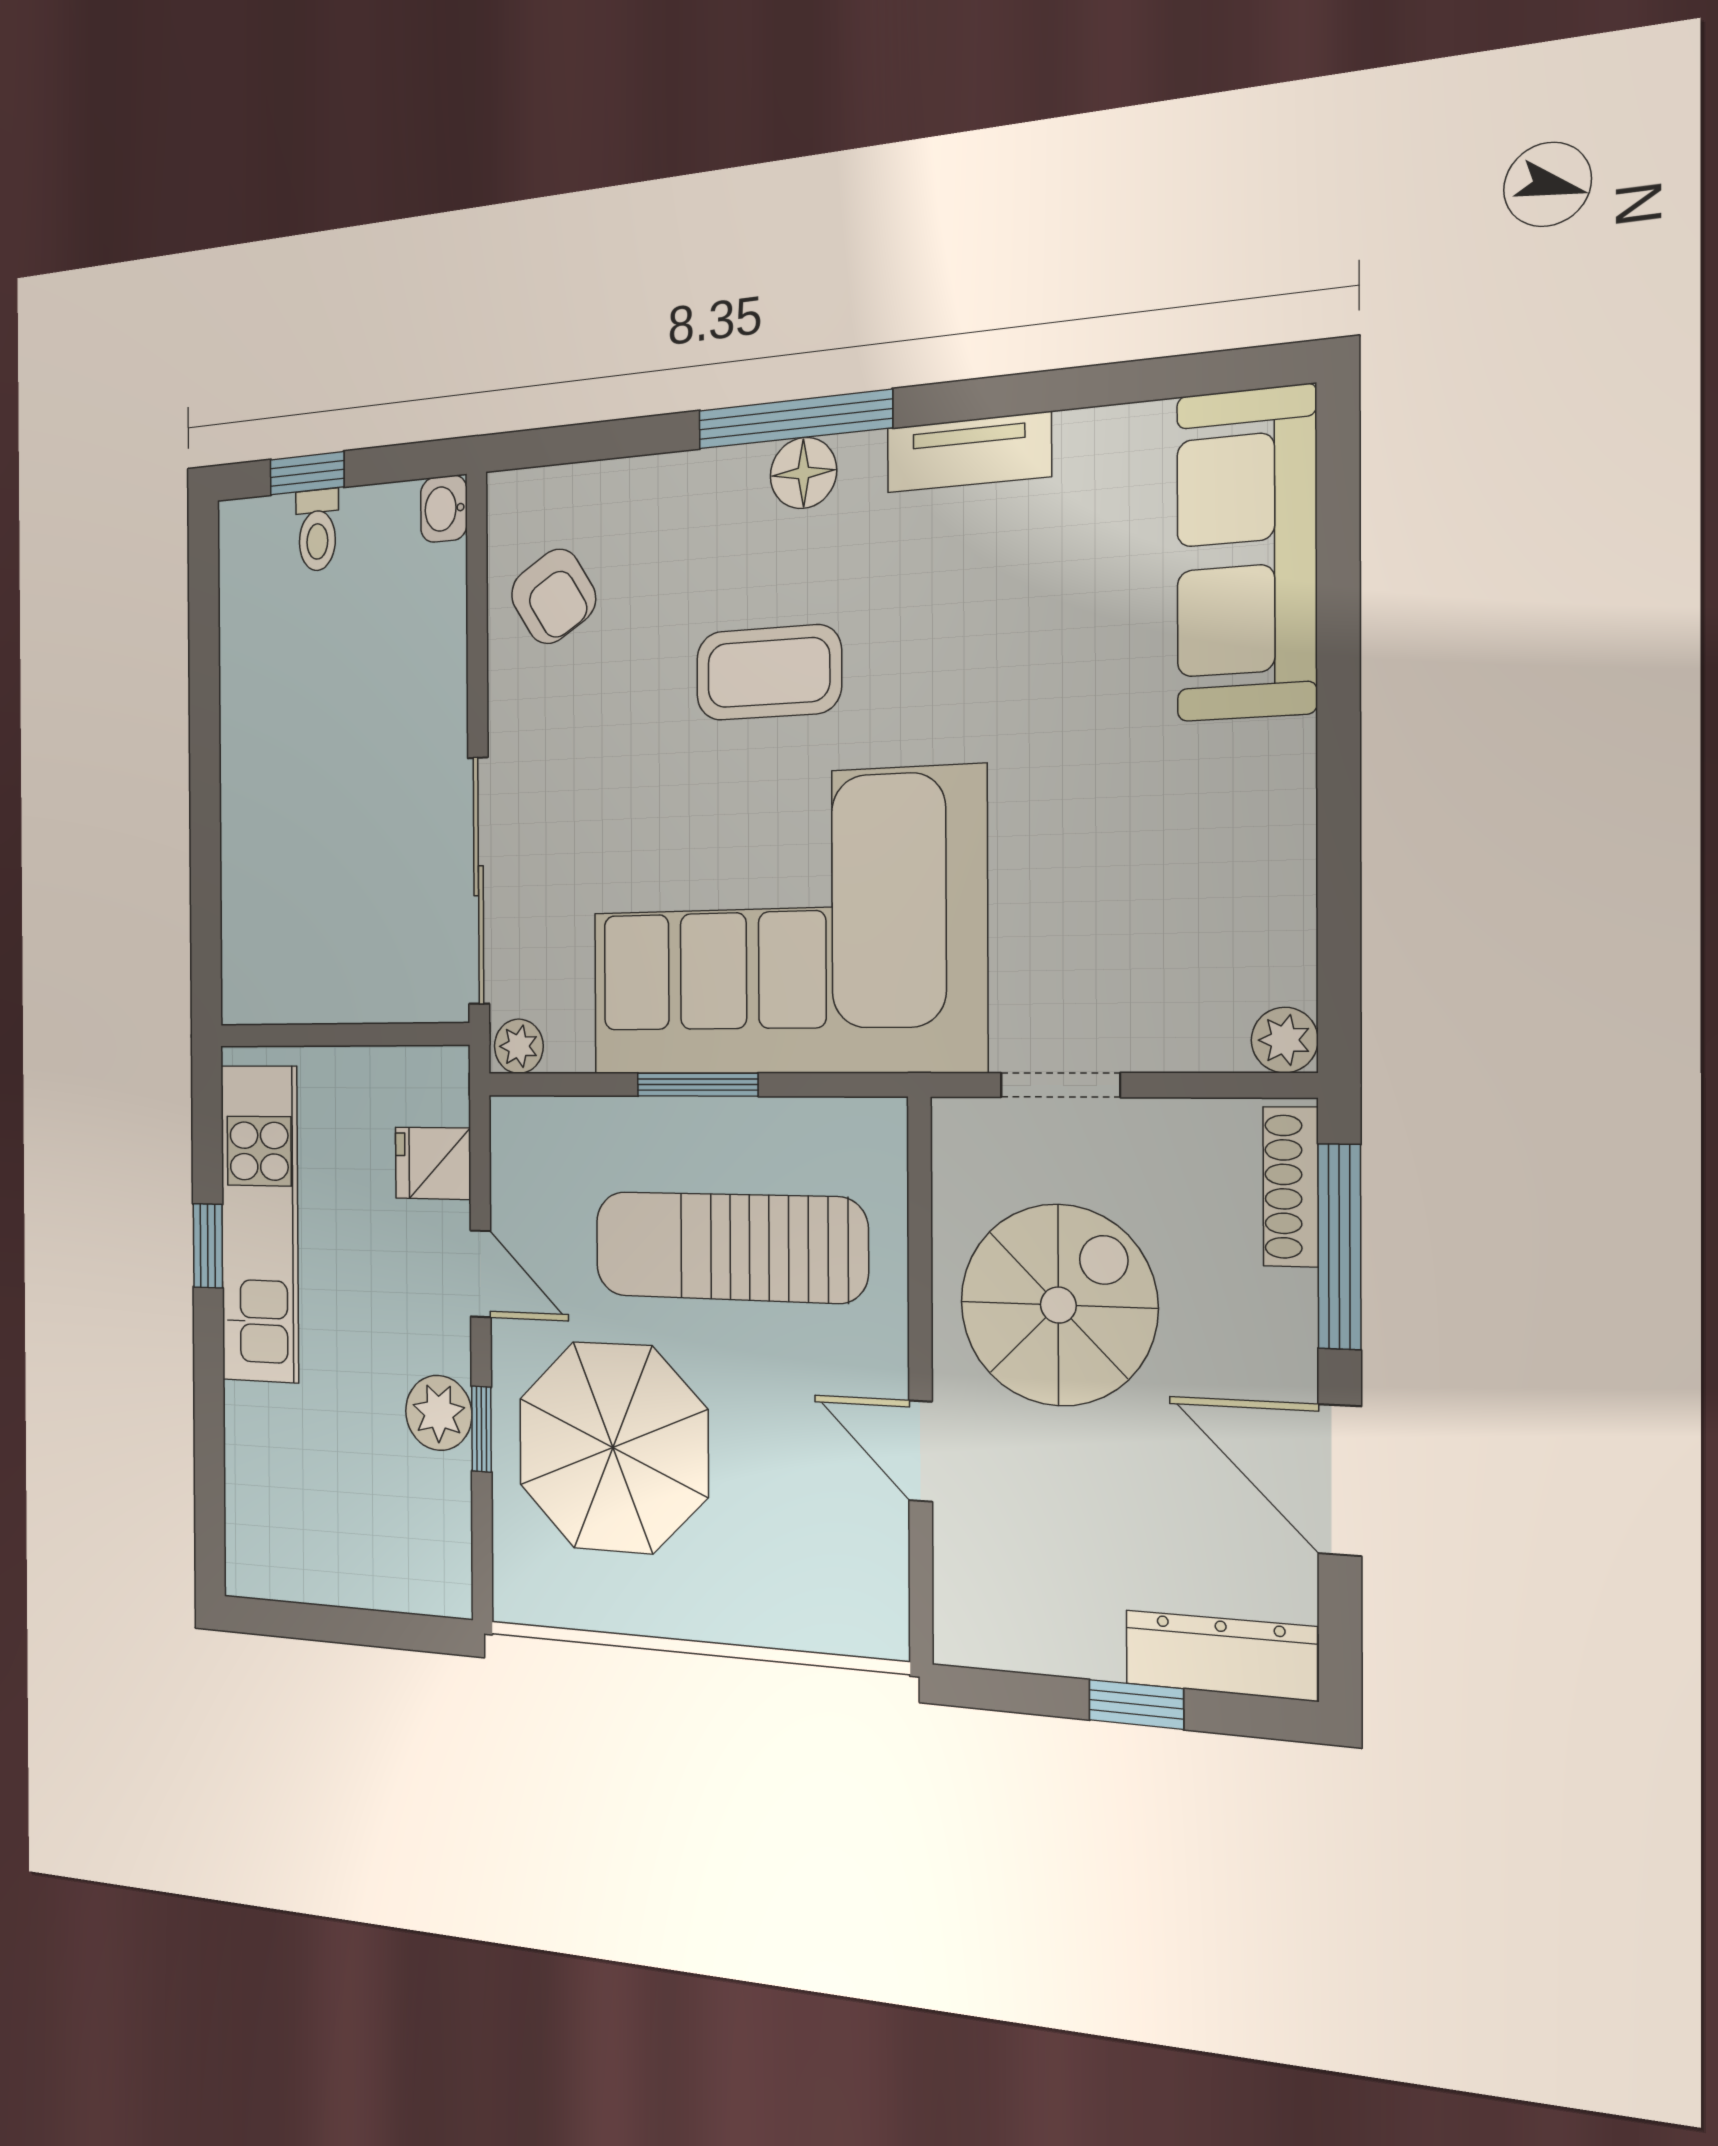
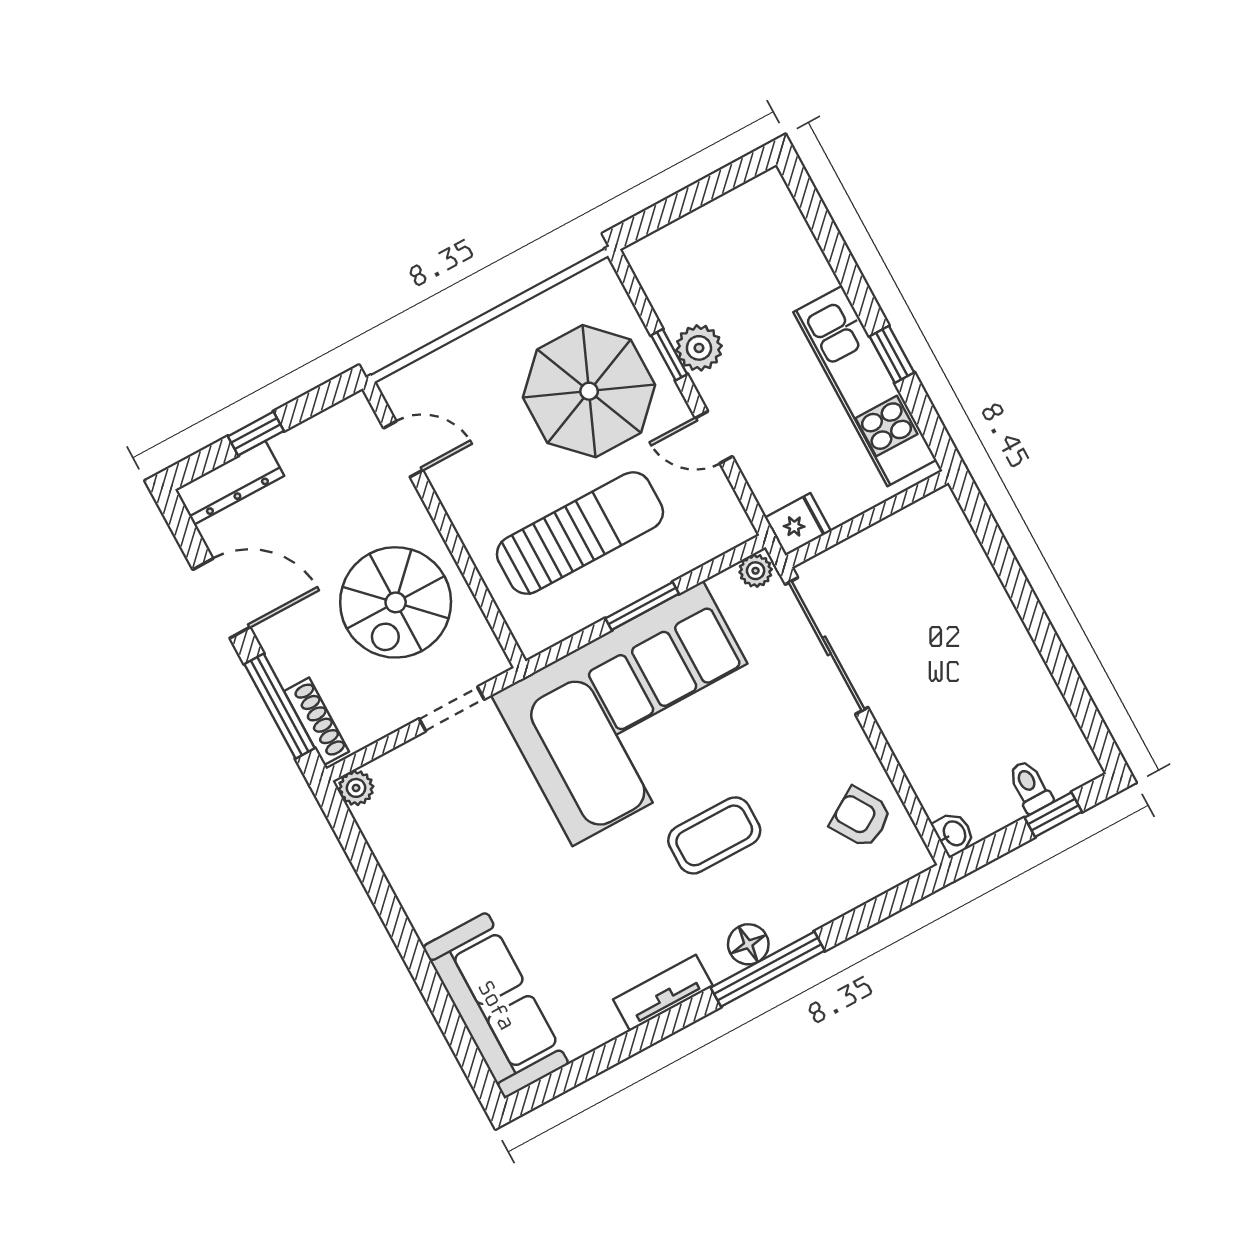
fridge: (433, 1163) -> (798, 524), moved
door: (921, 1451) -> (403, 449), moved

